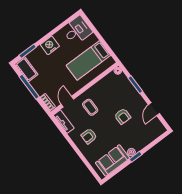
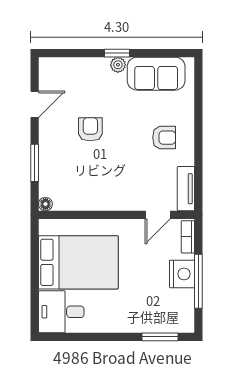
nightstand: (50, 45) -> (182, 274), moved, turned -90
bed: (88, 60) -> (78, 262), width x1.50
cot: (26, 69) -> (183, 311), removed
coffee table: (90, 107) -> (129, 180), removed

